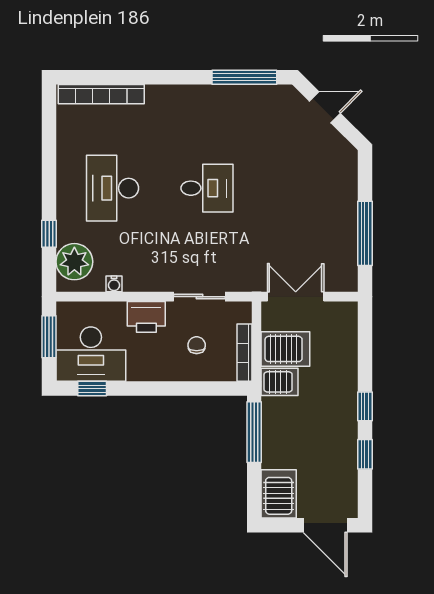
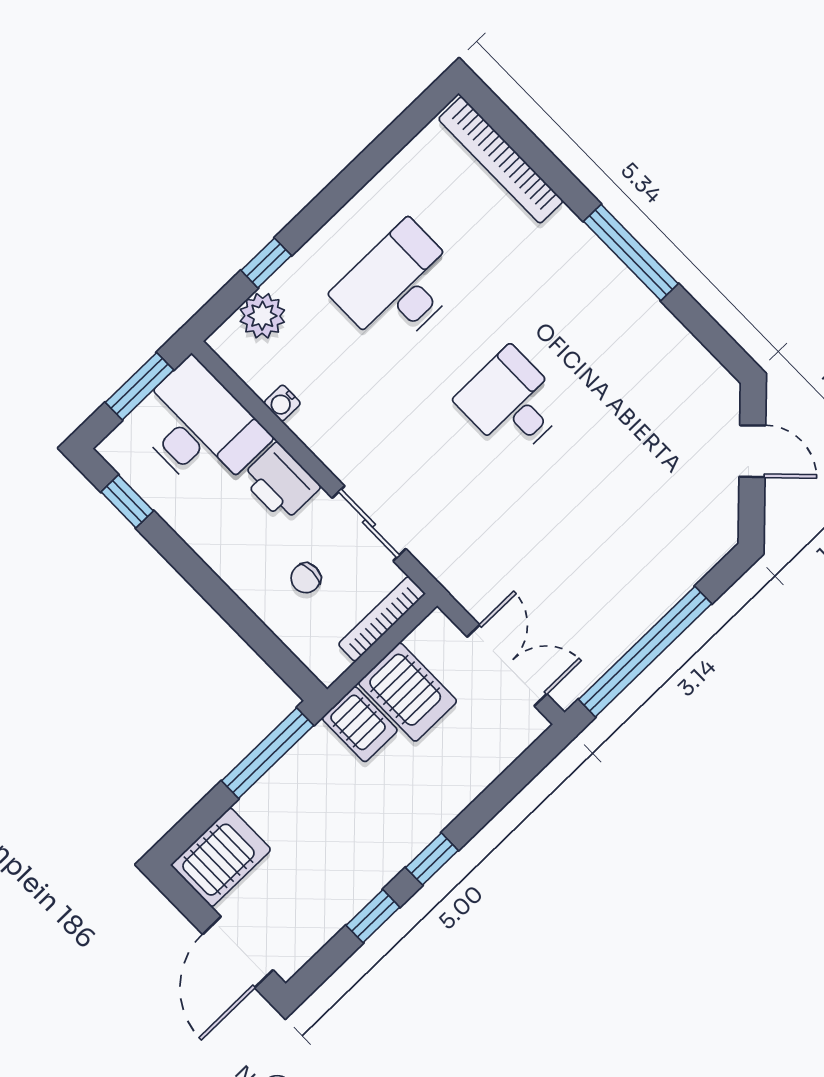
window: (244, 77) -> (631, 252), moved
desk: (207, 188) -> (512, 403), turned 180
window: (365, 233) -> (645, 652), width x1.46
plant: (74, 262) -> (262, 316), width x0.73, depth x0.73
double door: (296, 297) -> (507, 665), moved
chair: (197, 345) -> (306, 578), turned 180
bookcase: (244, 353) -> (382, 619), moved
desk: (91, 354) -> (199, 428), moved, turned 180

